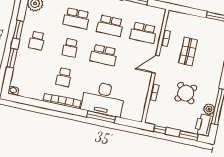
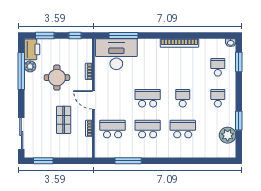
window: (18, 30) -> (239, 121), moved
window: (12, 58) -> (239, 62), moved
door: (156, 64) -> (93, 100), swing flipped
school desk: (64, 77) -> (218, 67), moved
round table: (186, 93) -> (57, 78), turned 45
desk: (103, 99) -> (116, 54), moved
window: (101, 117) -> (123, 36), moved

